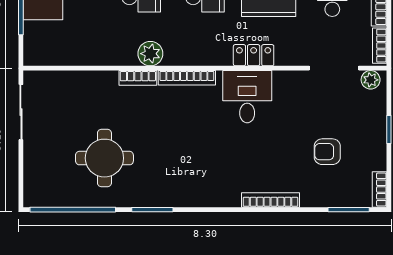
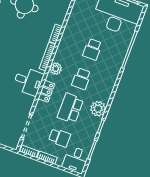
plant: (150, 54) -> (56, 69), moved
plant: (371, 80) -> (15, 141), removed

